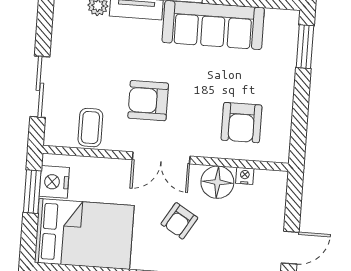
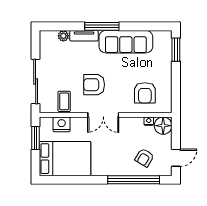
sliding door: (40, 87) -> (36, 82), width x1.37
nightstand: (54, 182) -> (62, 124), moved, turned 90
floor lamp: (217, 182) -> (163, 126), moved
armchair: (179, 221) -> (144, 158), moved

